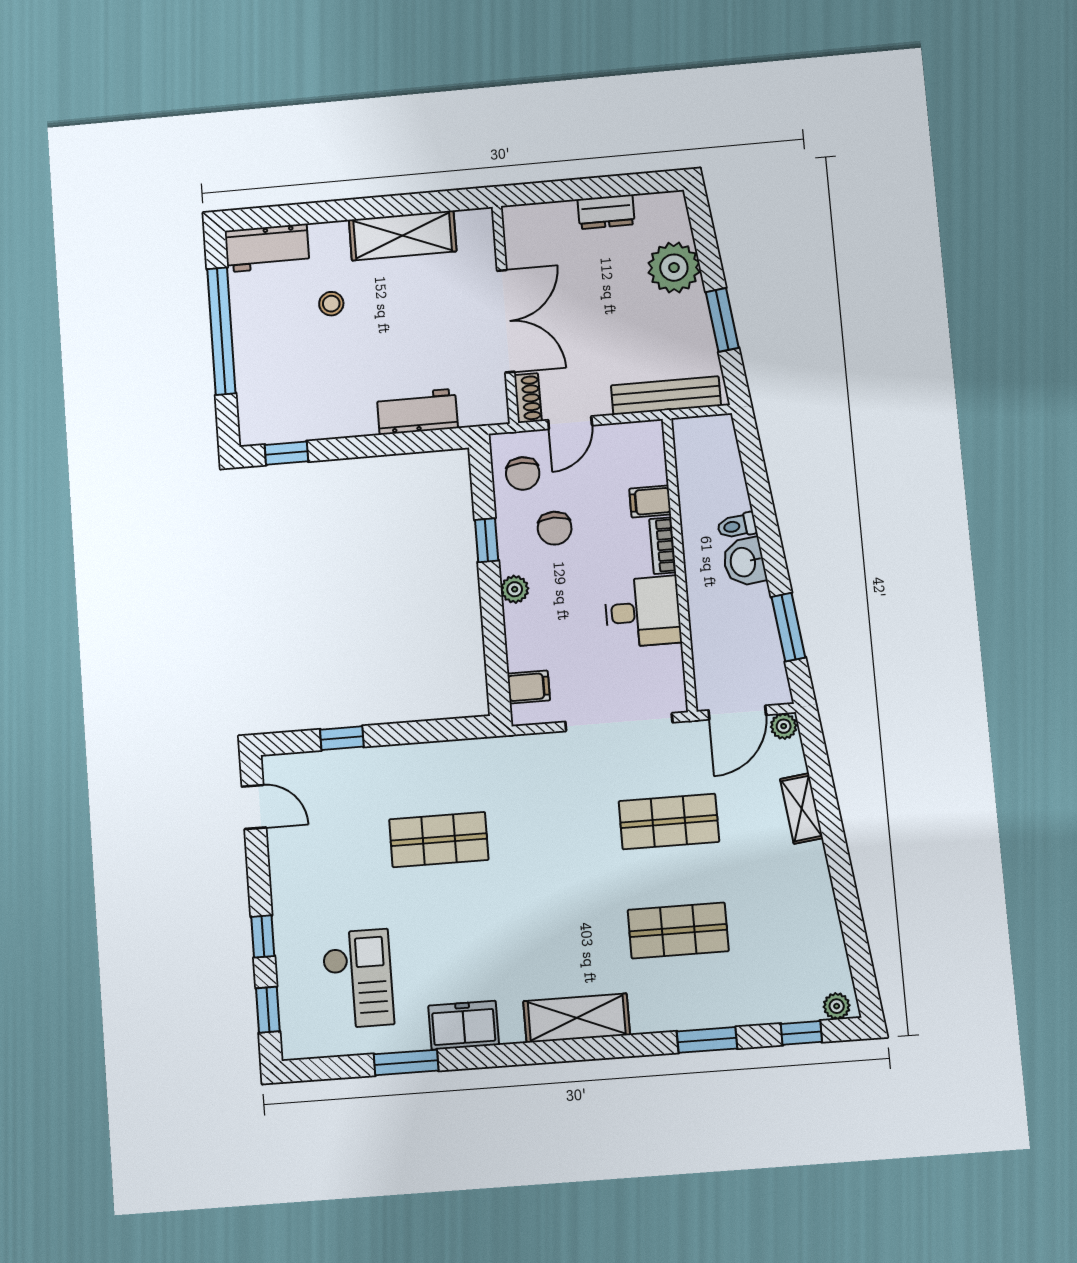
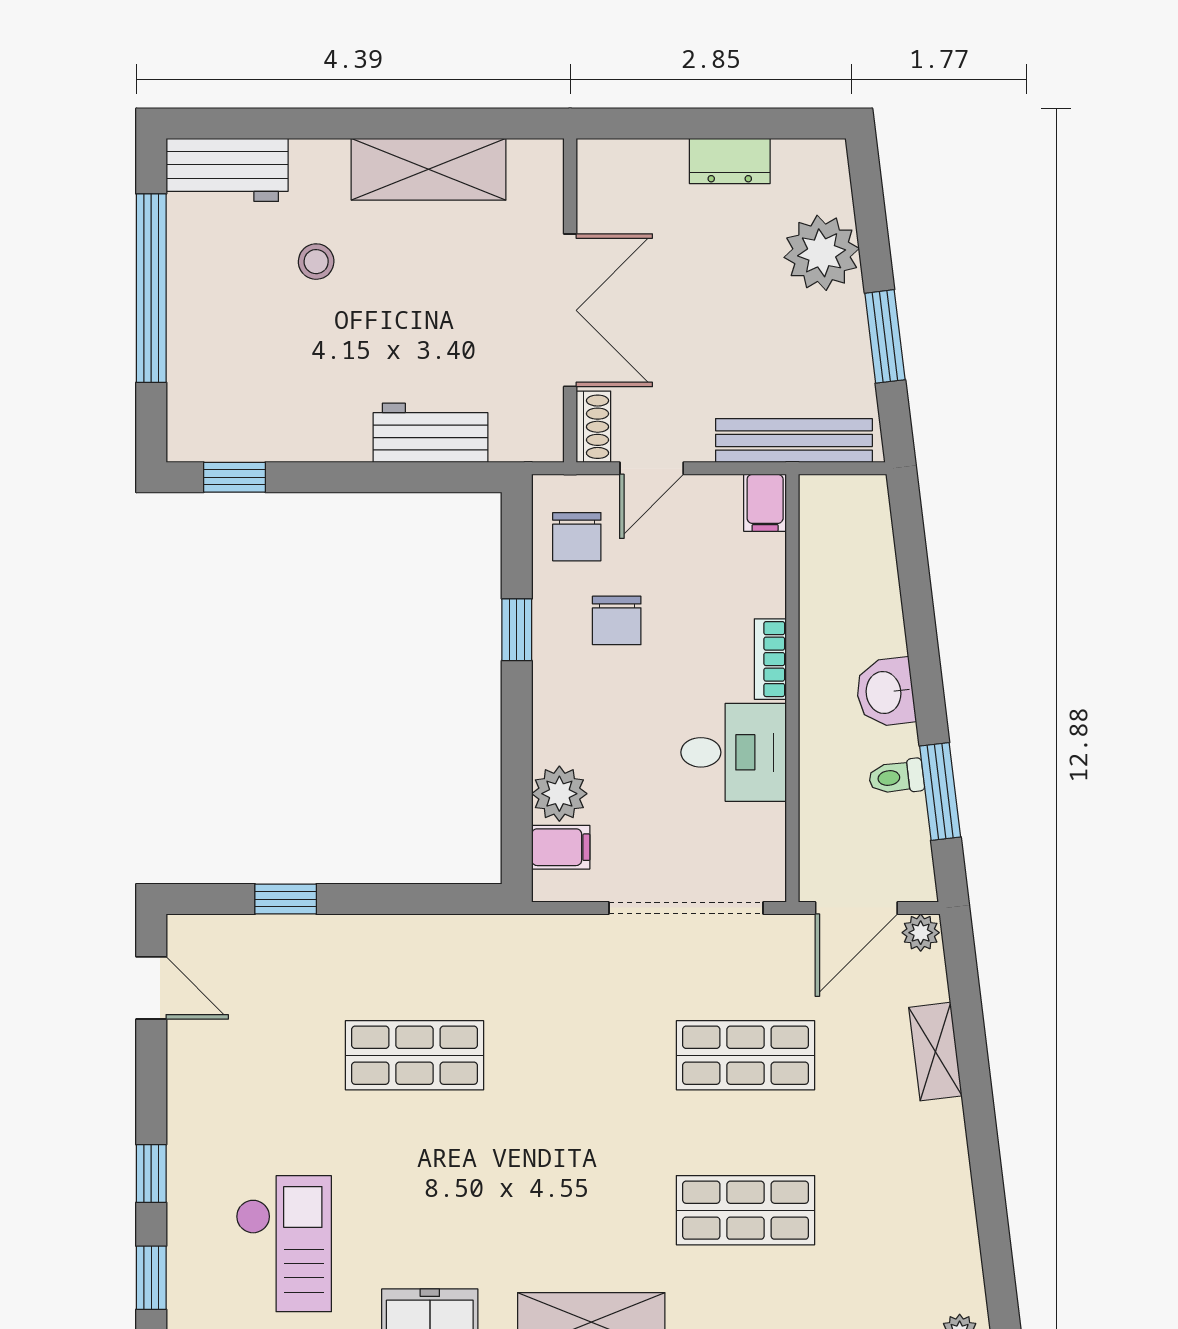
filing cabinet: (650, 502) -> (765, 503), moved, turned -90
toilet: (737, 526) -> (896, 777), moved
plant: (515, 589) -> (559, 794), moved, width x1.38, depth x1.38

